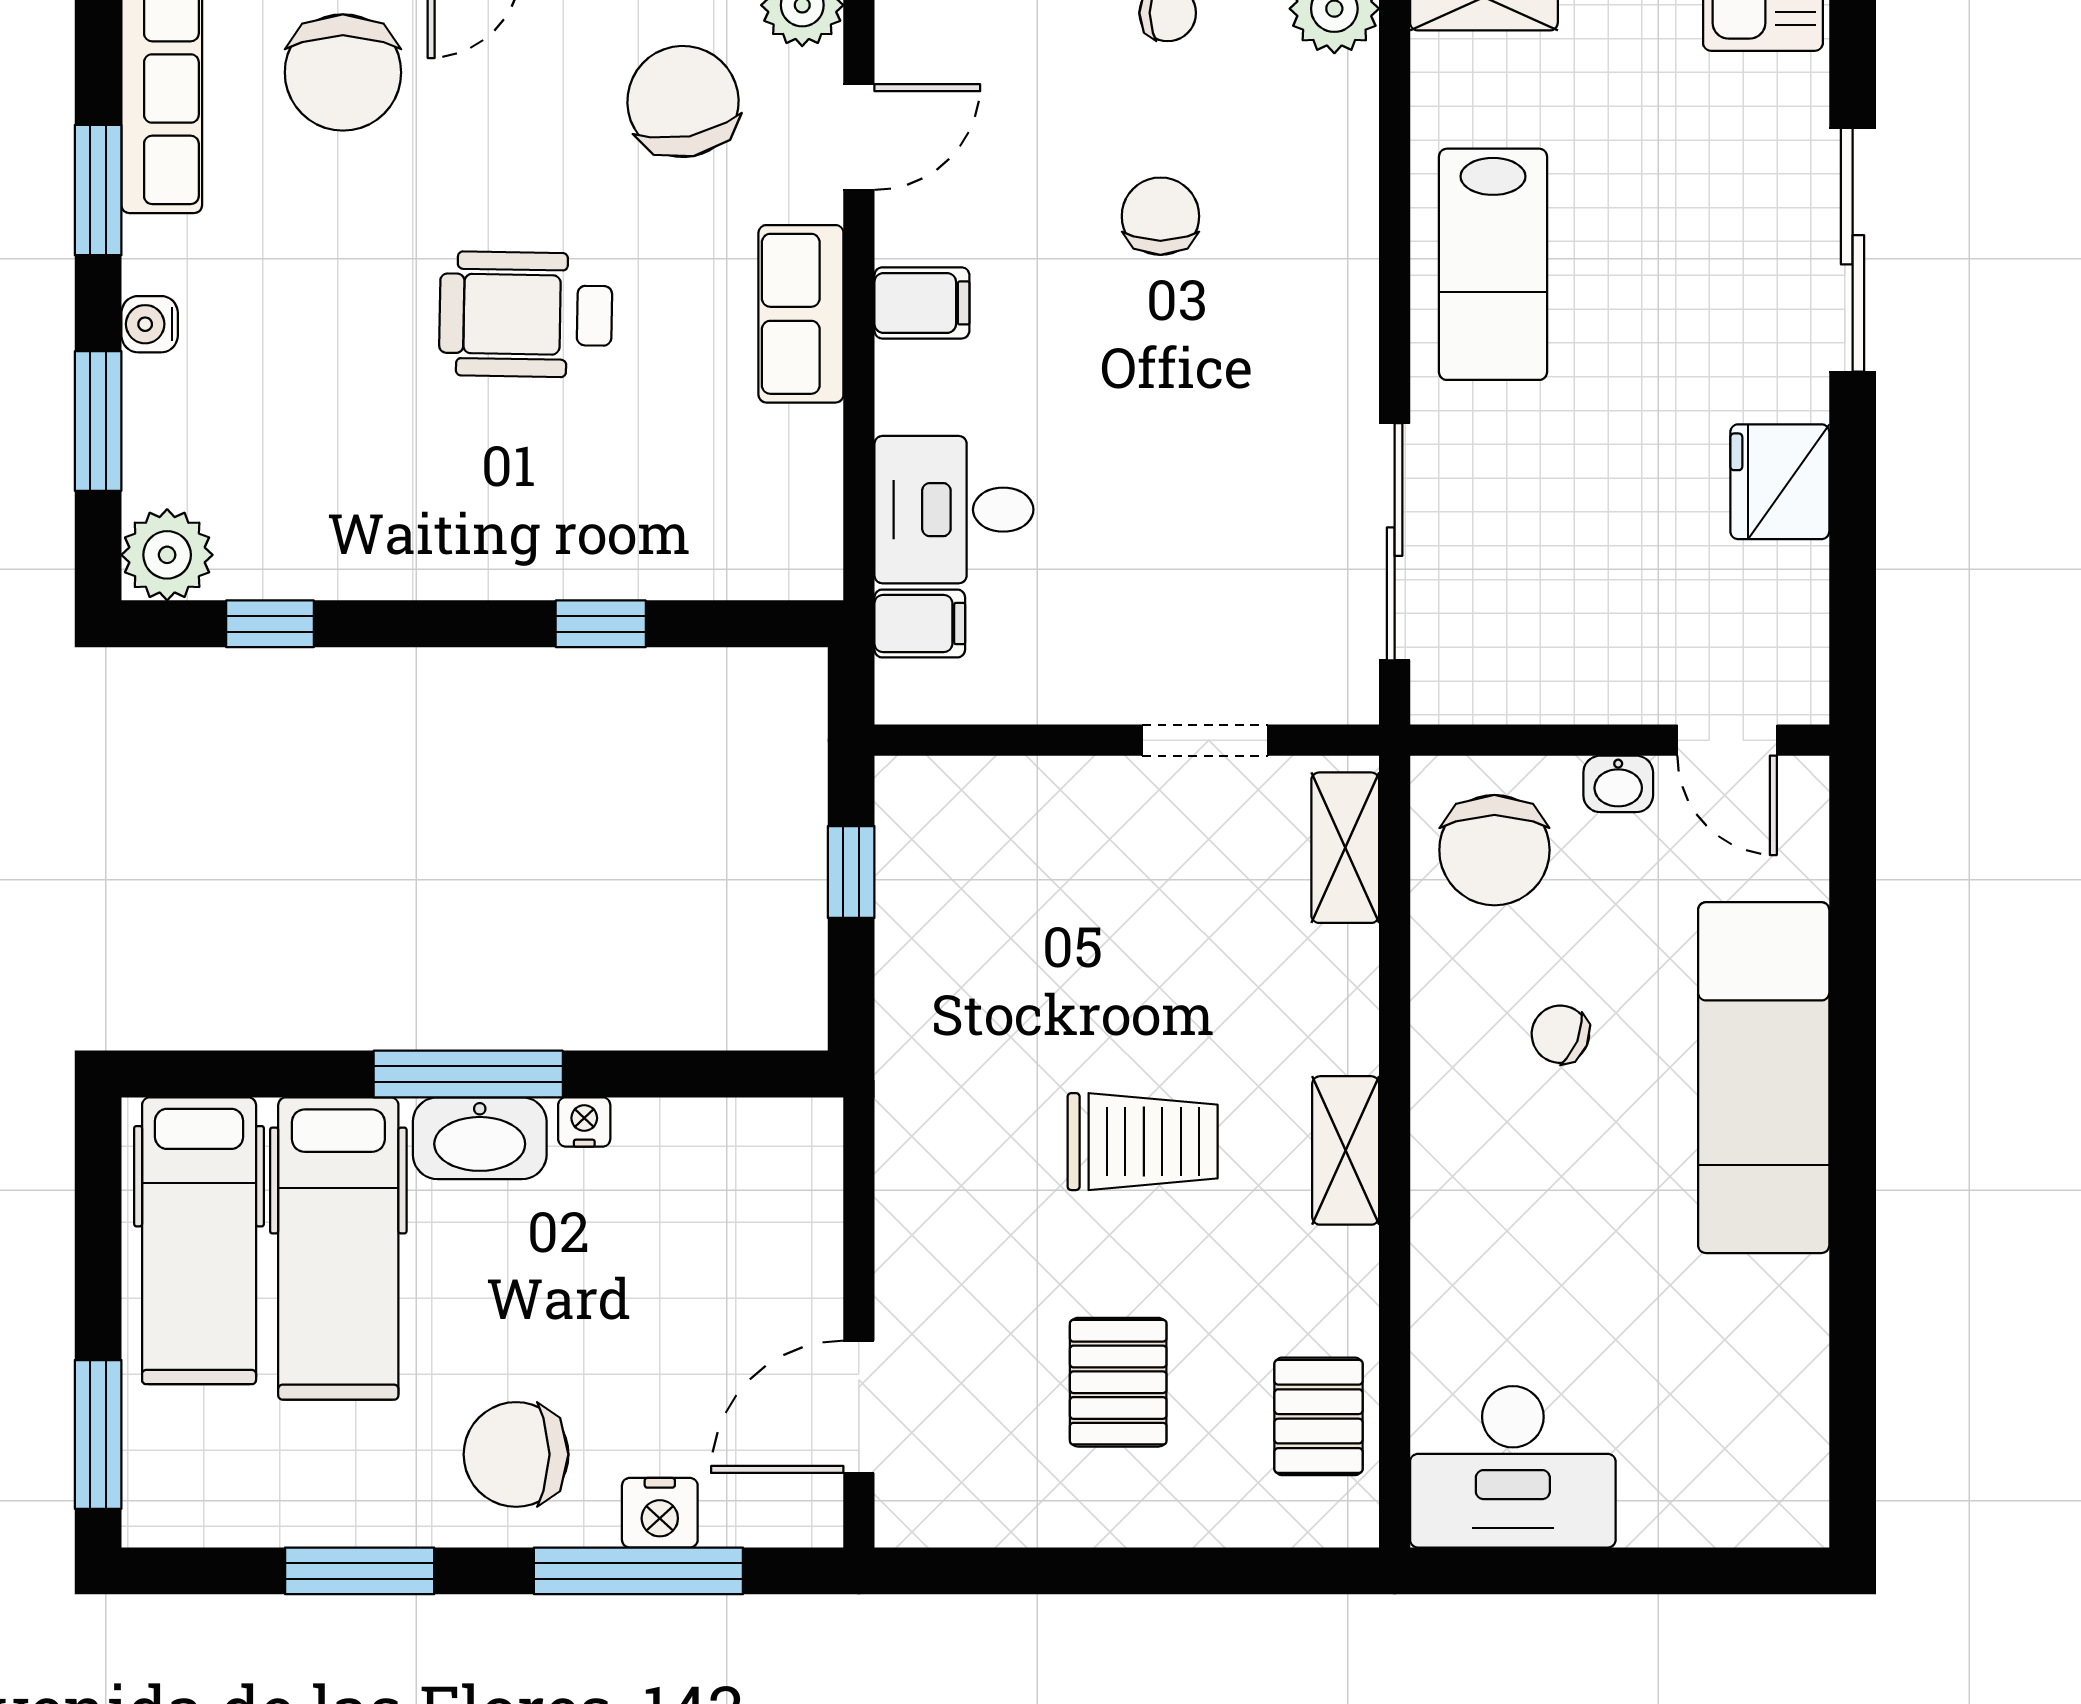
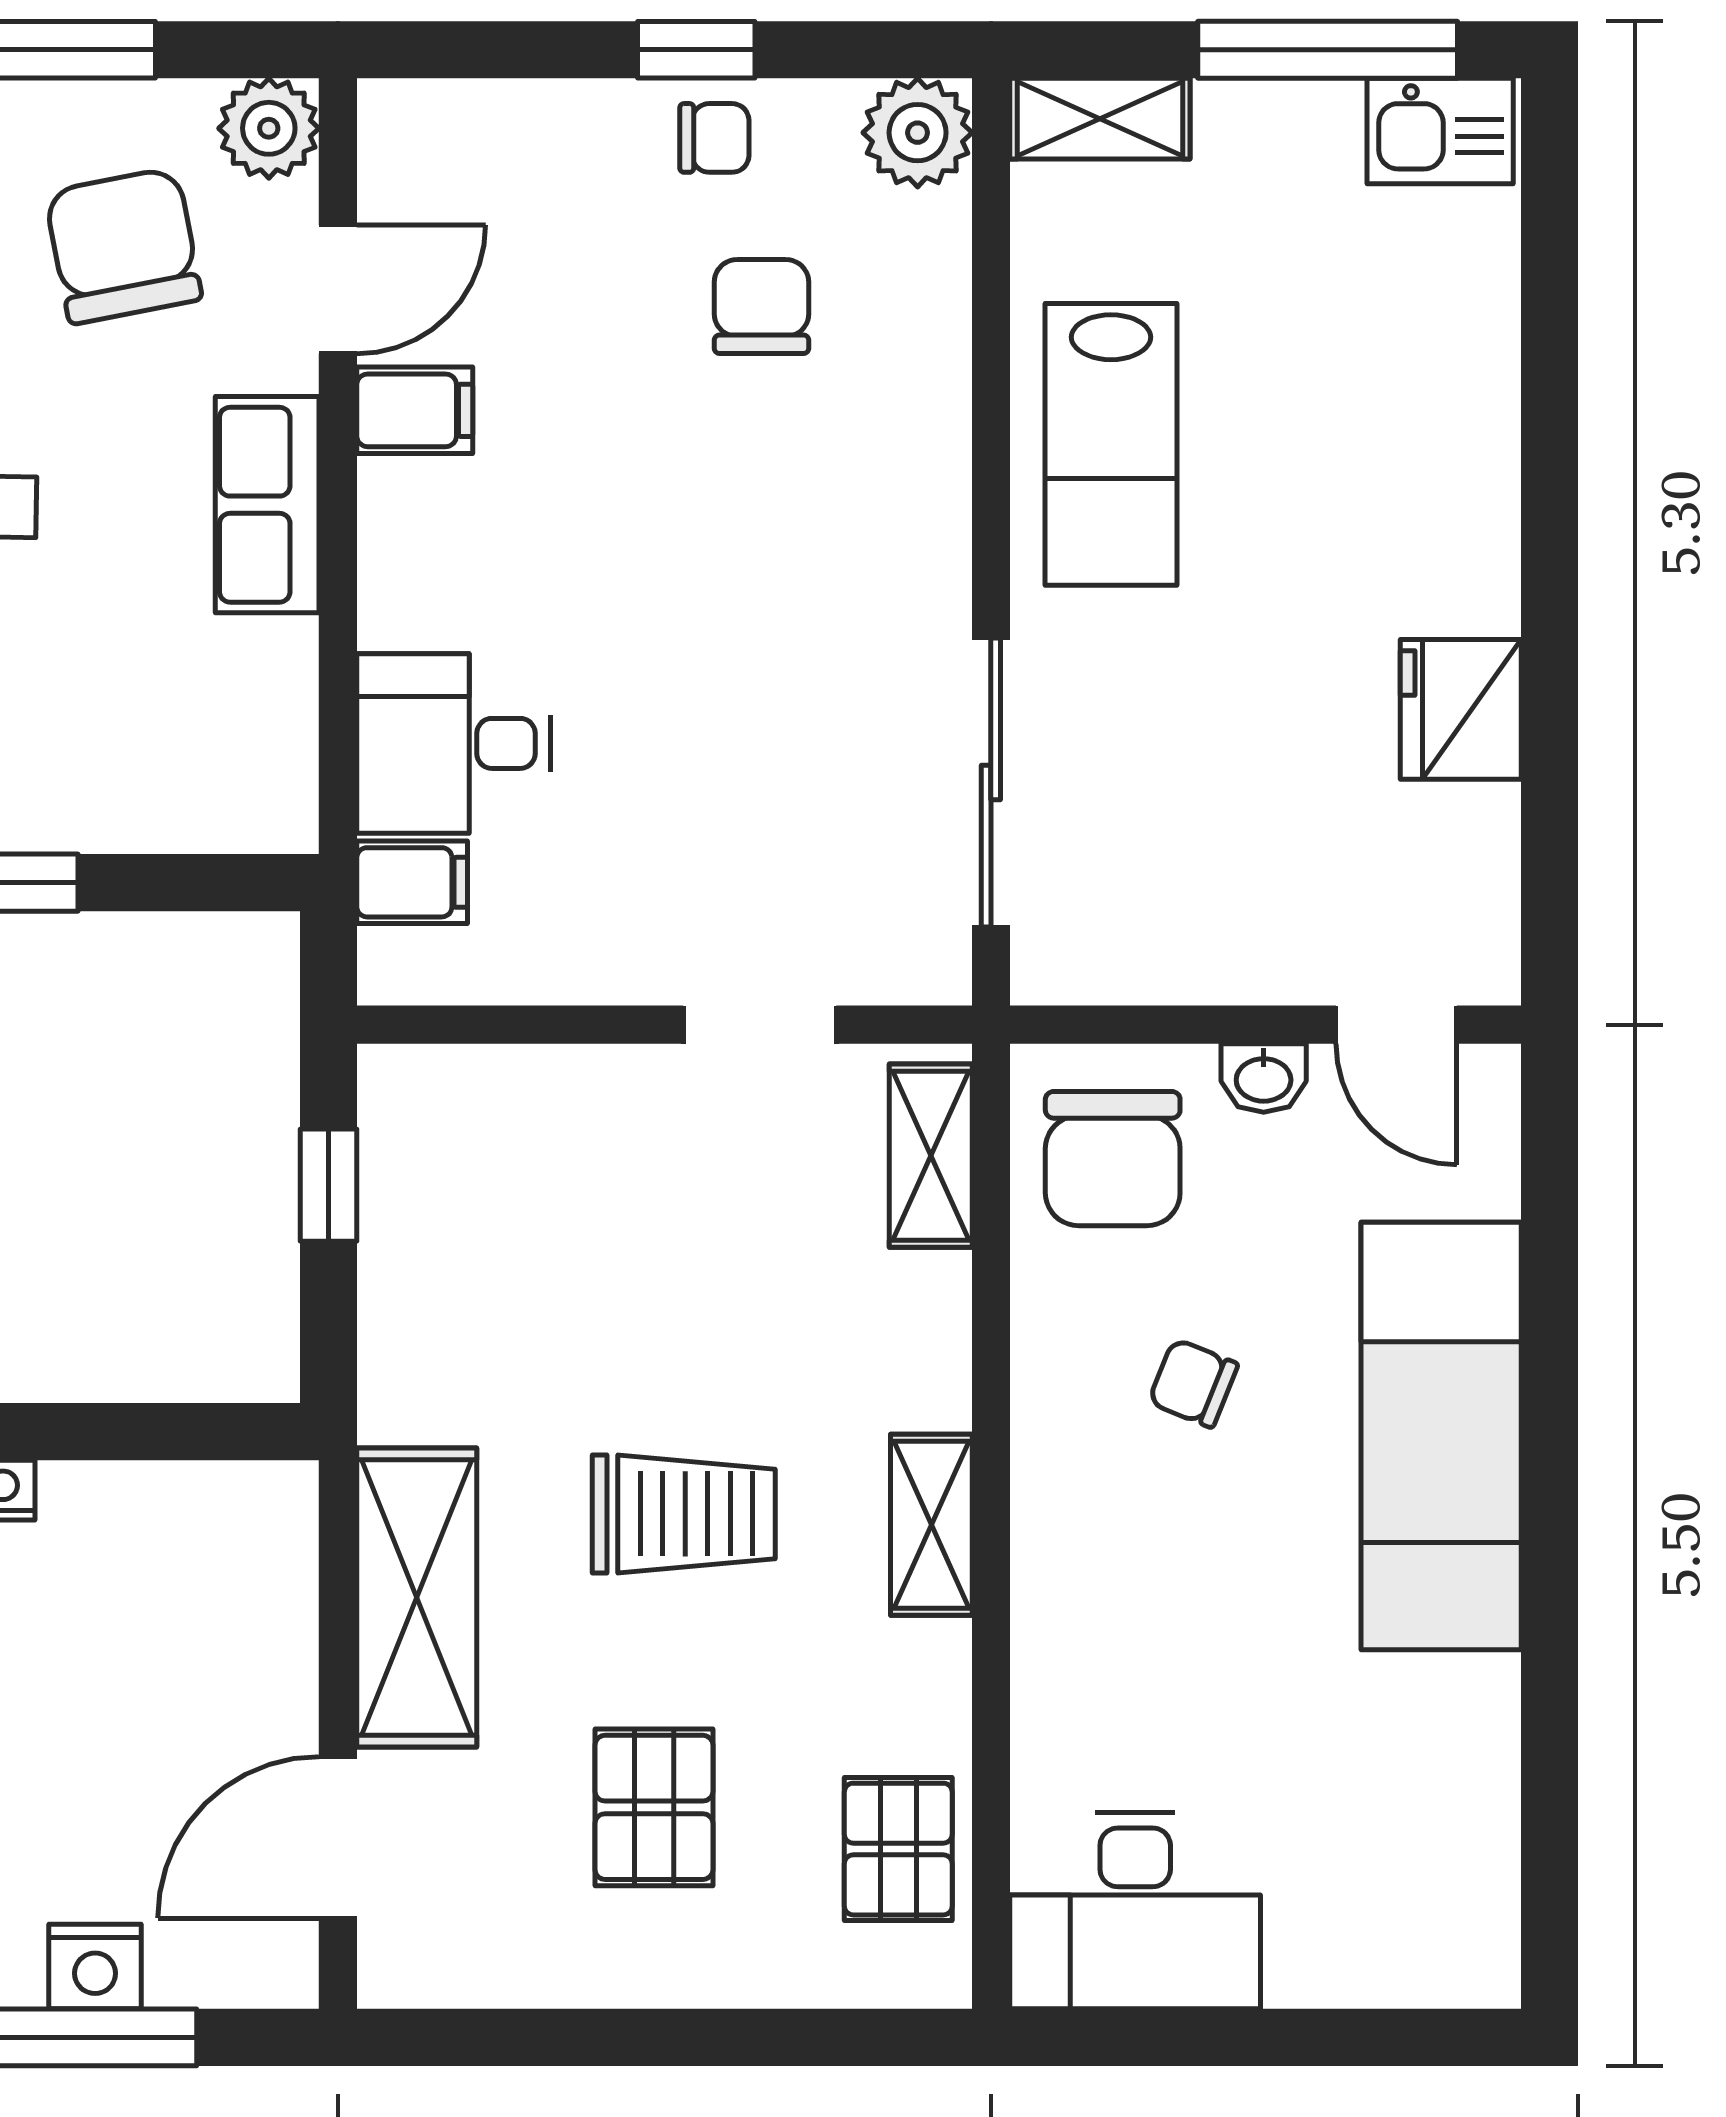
chair: (1160, 216) -> (761, 307), moved
sliding door: (1853, 250) -> (1549, 427), removed
filing cabinet: (922, 303) -> (415, 410), moved
shelving: (924, 1210) -> (417, 1597), added

